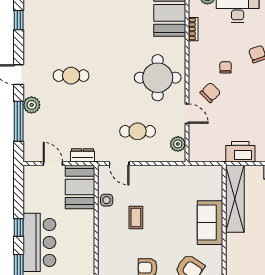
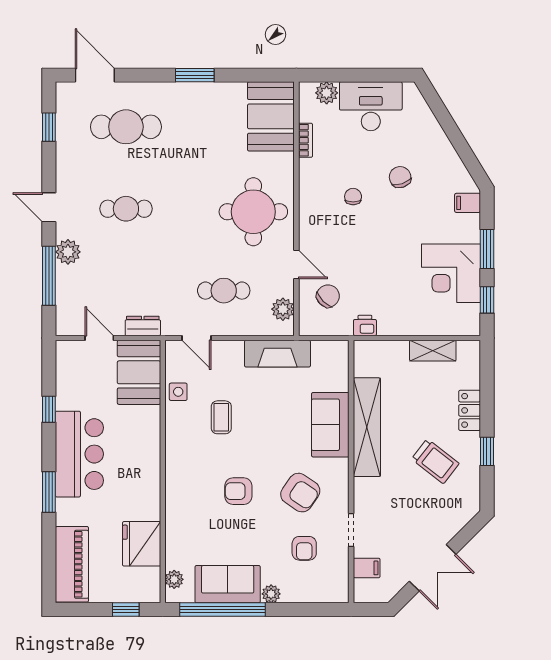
cafe table: (71, 20) -> (126, 127), added
chair: (210, 93) -> (328, 296), moved
printer: (240, 152) -> (365, 325), width x0.53, depth x0.68
fireplace: (174, 174) -> (277, 354), added
shelving: (235, 199) -> (367, 427), moved
window: (19, 228) -> (49, 409), moved

